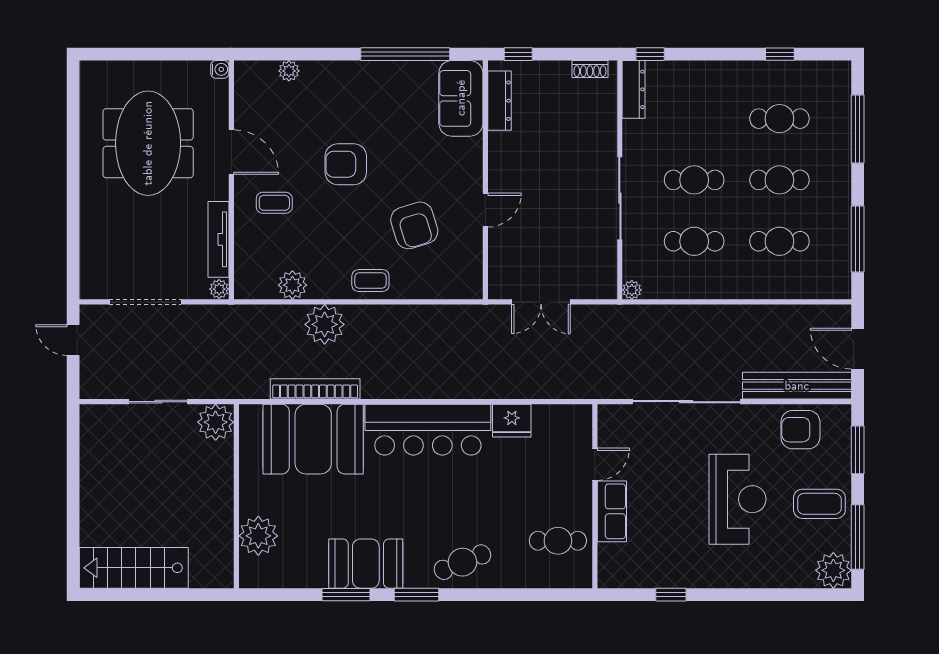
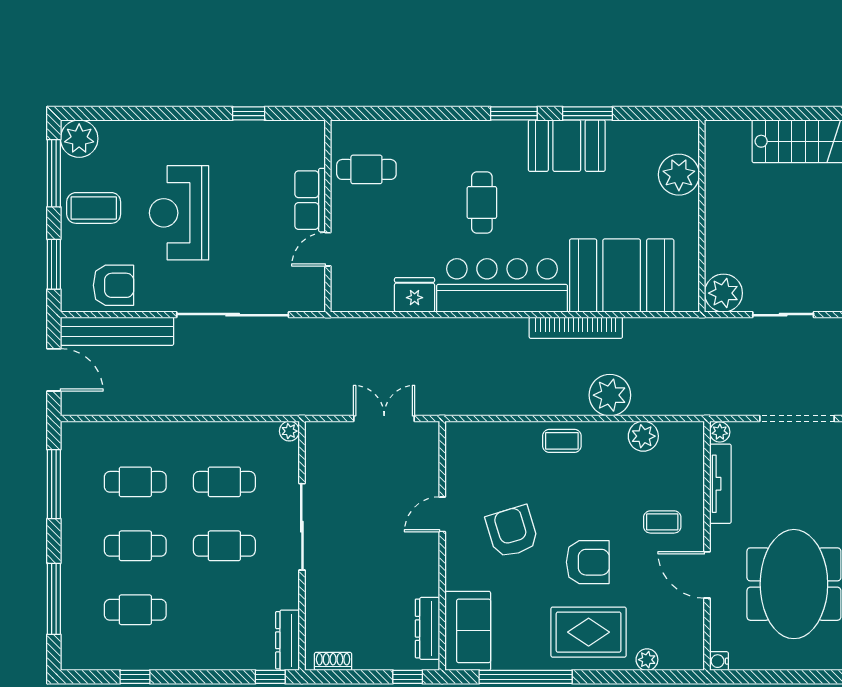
rug: (345, 97) -> (589, 632), added
armchair: (414, 225) -> (512, 532), moved
bookcase: (315, 389) -> (576, 328), moved
cafe table: (462, 562) -> (482, 203), moved, turned -68

